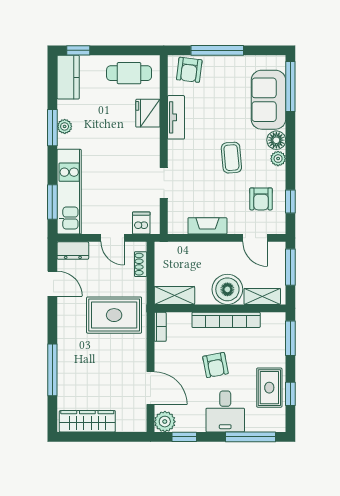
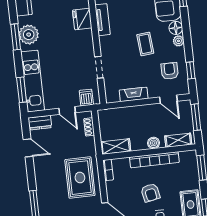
plant: (65, 126) -> (29, 35), width x1.87, depth x1.87
armchair: (261, 199) -> (170, 71), turned 180
boiler: (227, 289) -> (153, 143), width x0.54, depth x0.54
rug: (114, 315) -> (80, 178), moved, turned 90

